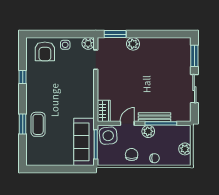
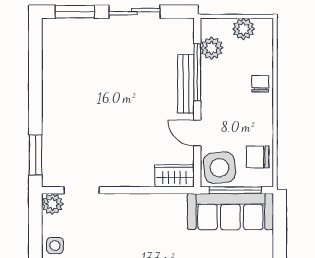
plant: (133, 44) -> (53, 123), removed
plant: (148, 131) -> (212, 48), moved
chair: (132, 155) -> (258, 157), moved

